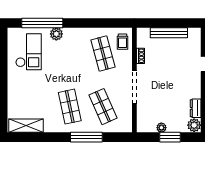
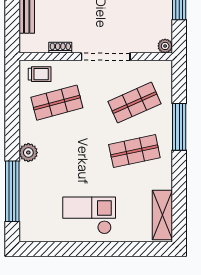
plant: (56, 34) -> (28, 153), moved
checkout: (29, 52) -> (89, 215), moved
plant: (161, 128) -> (165, 46), moved

